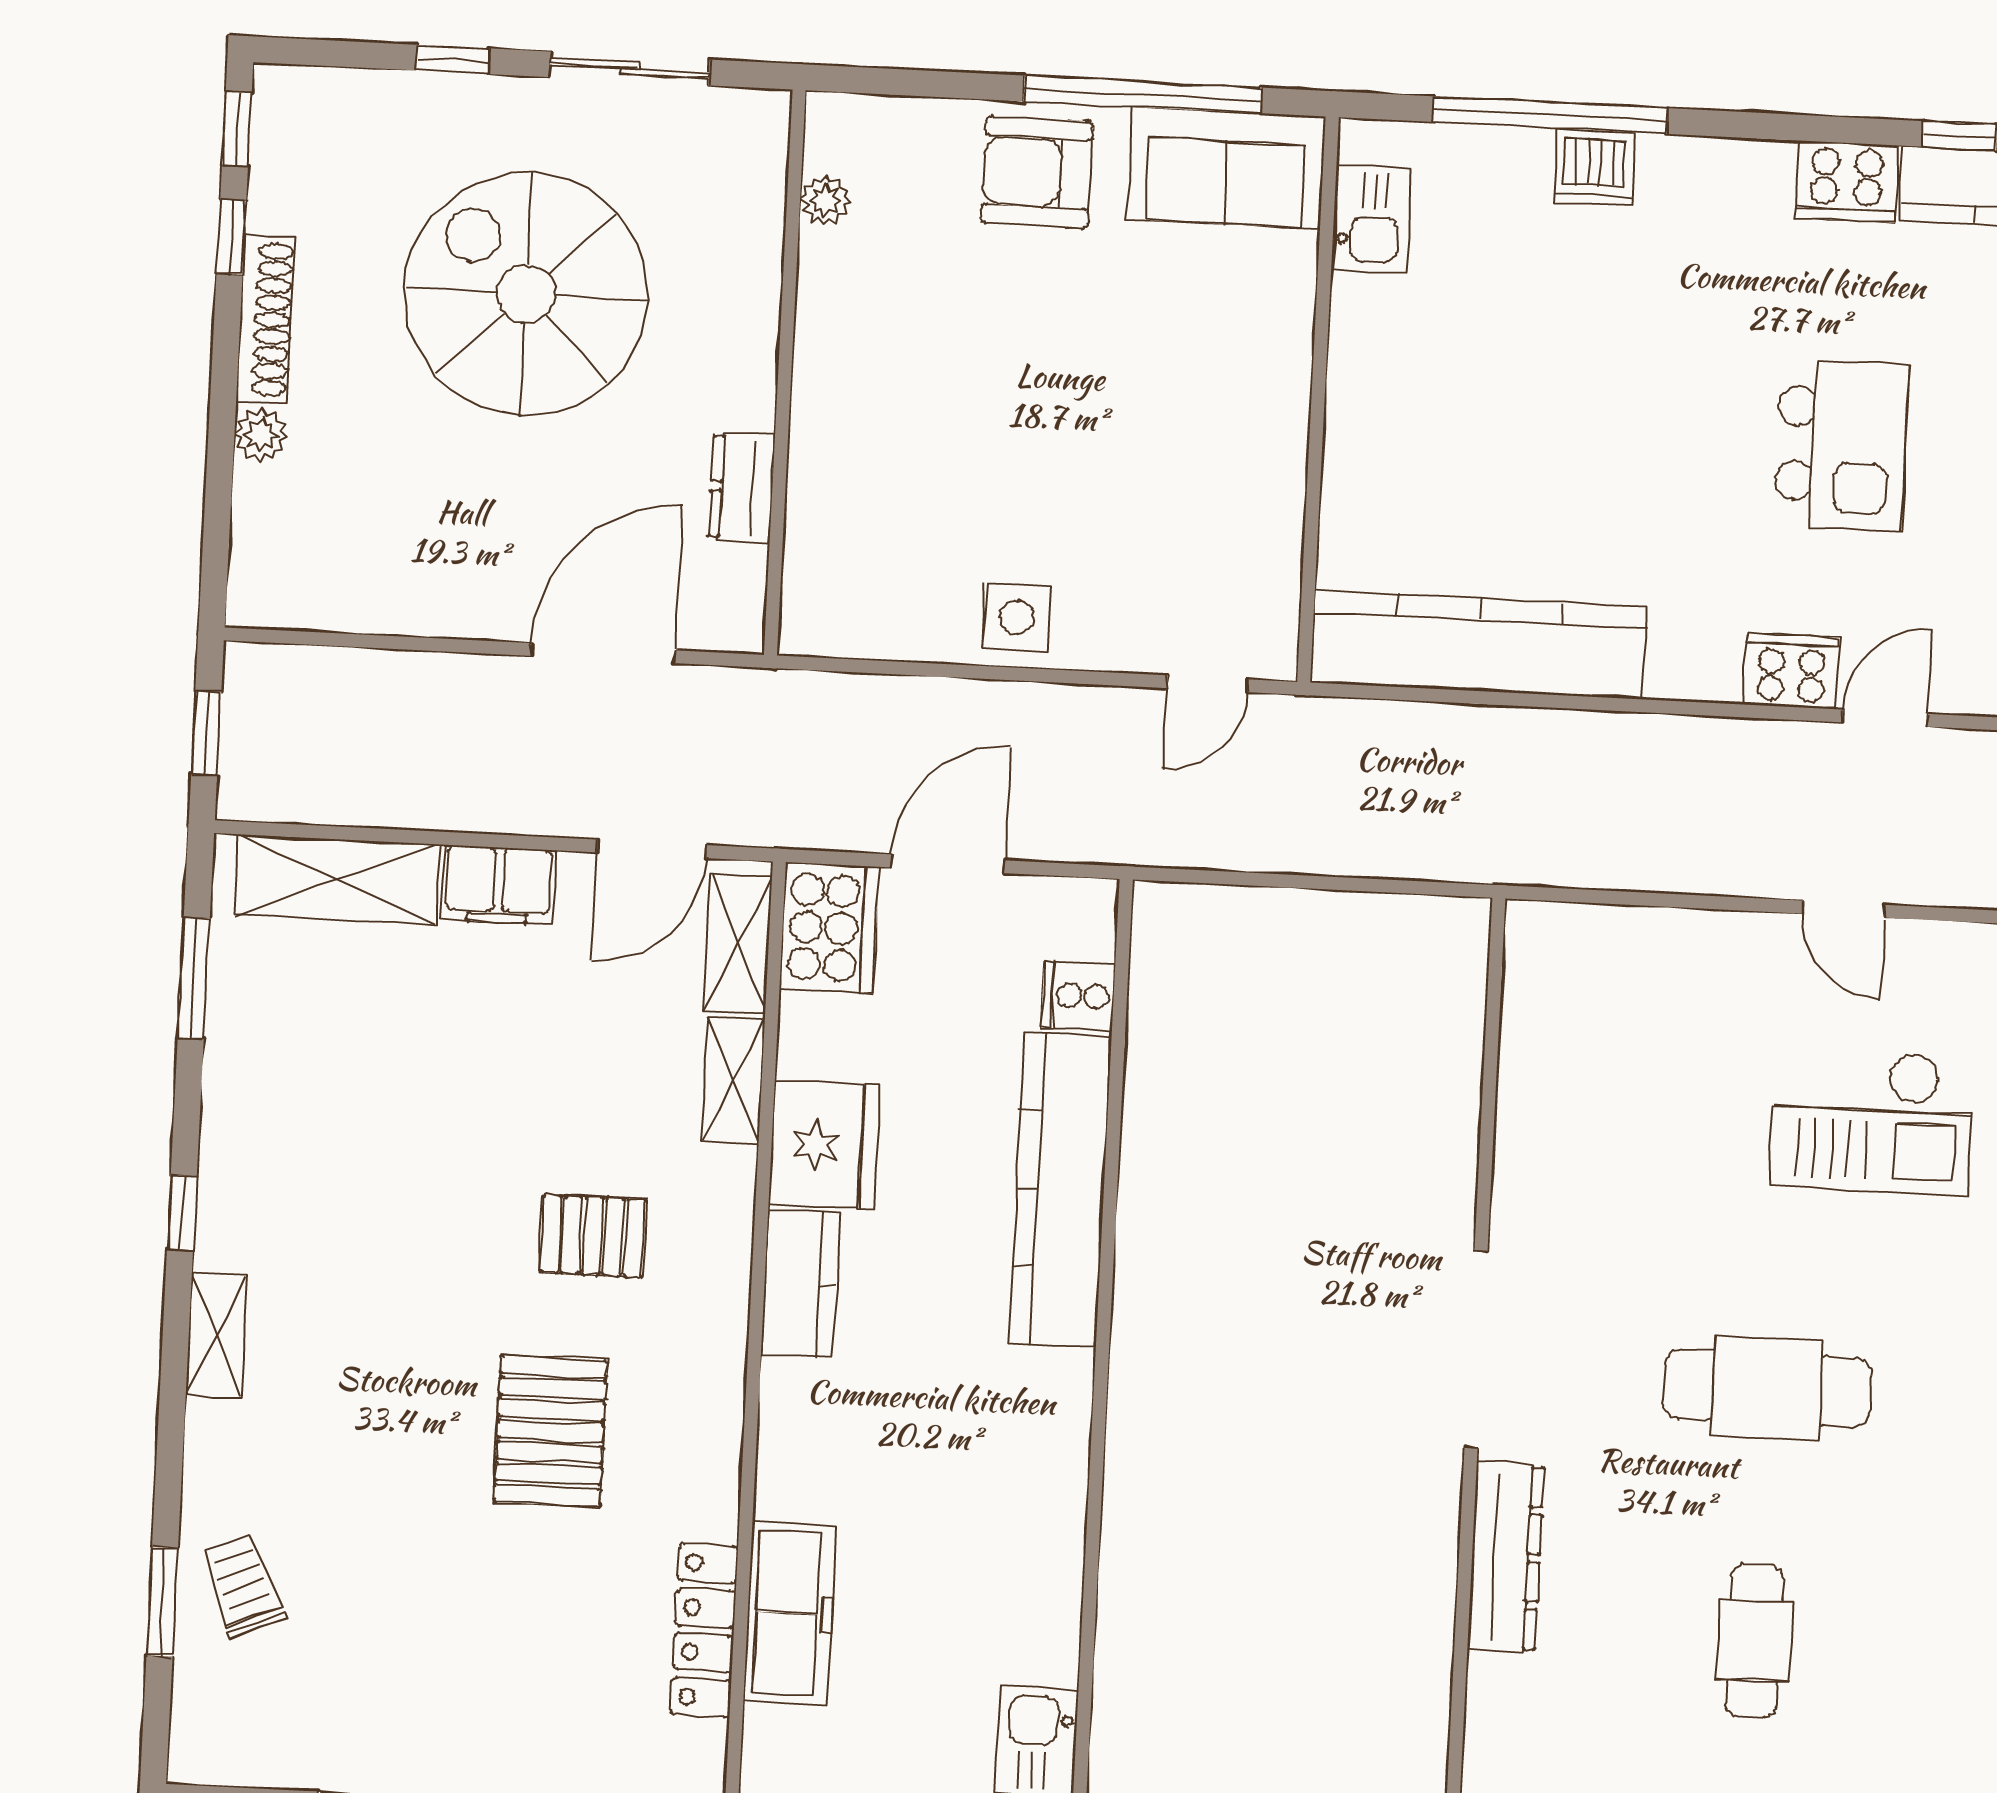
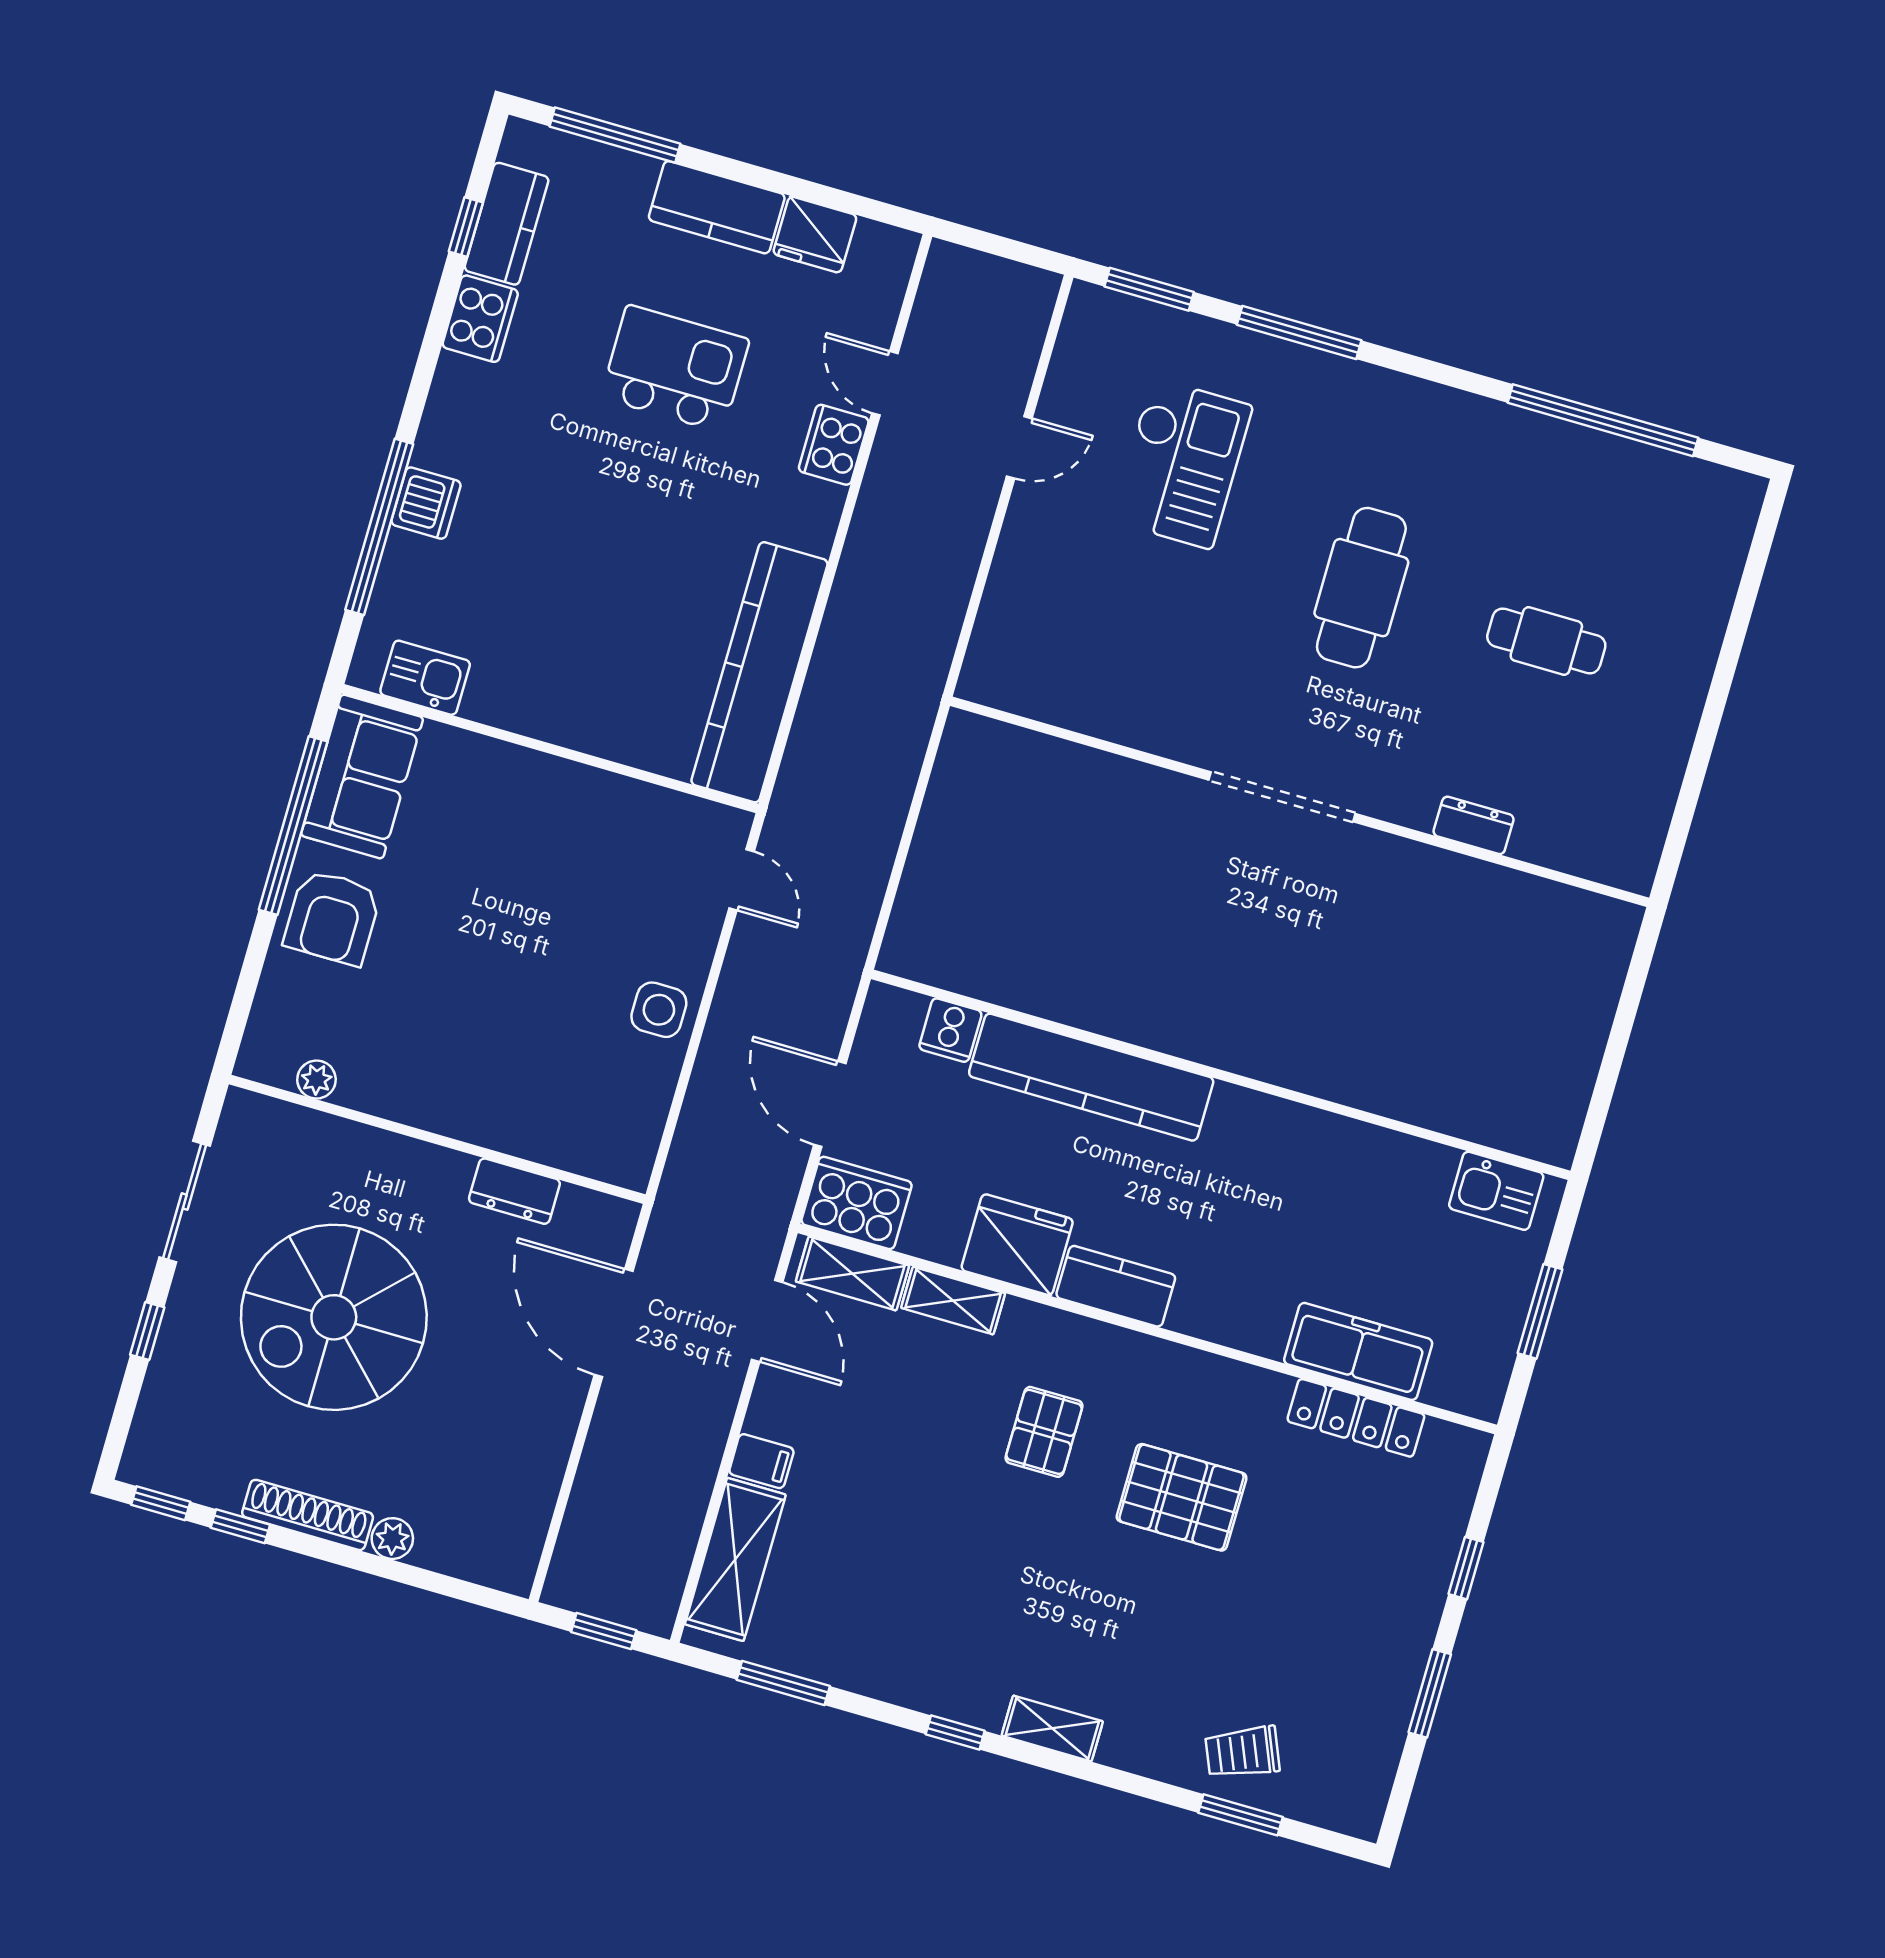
filing cabinet: (499, 885) -> (761, 1461), width x0.50
dresser: (1506, 1557) -> (1474, 825), width x0.51, depth x0.80

